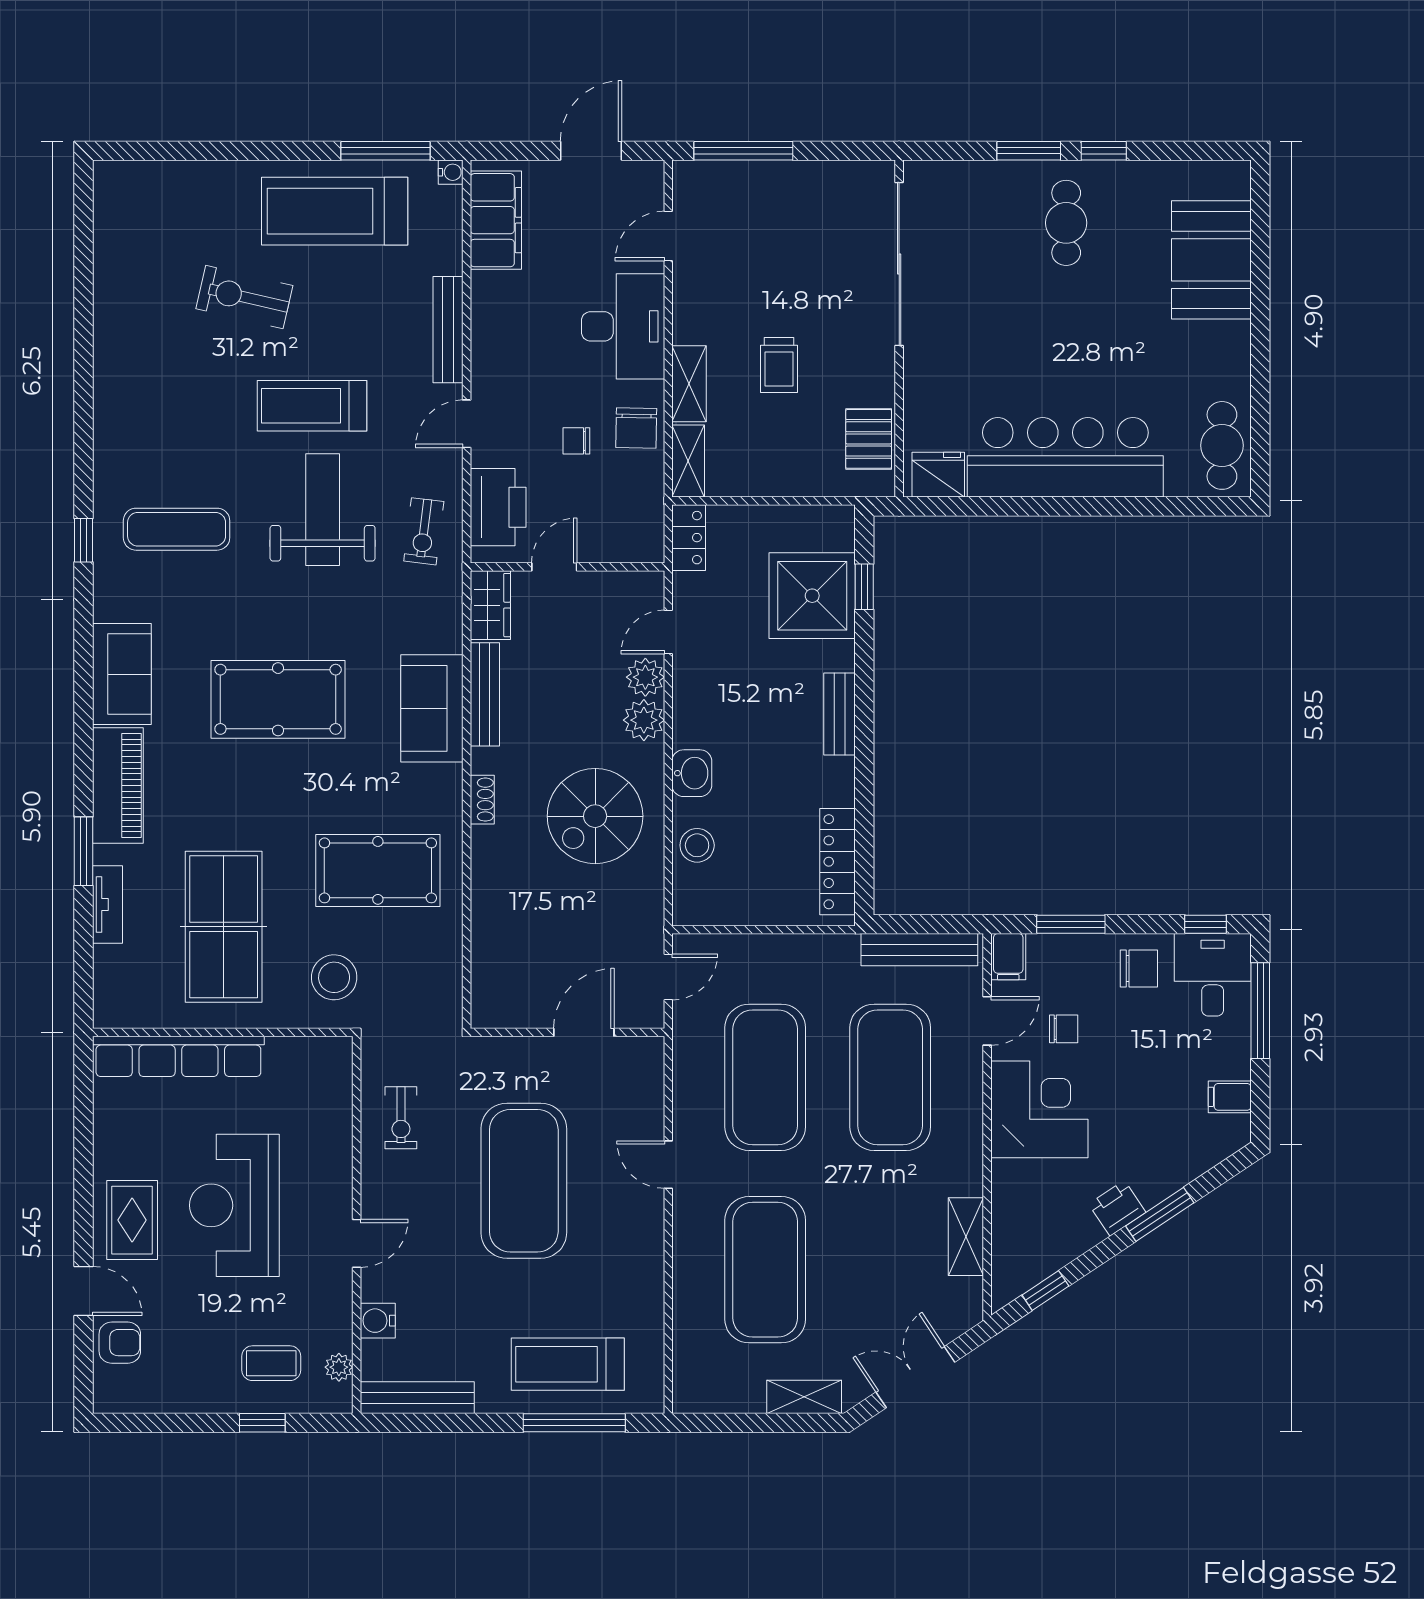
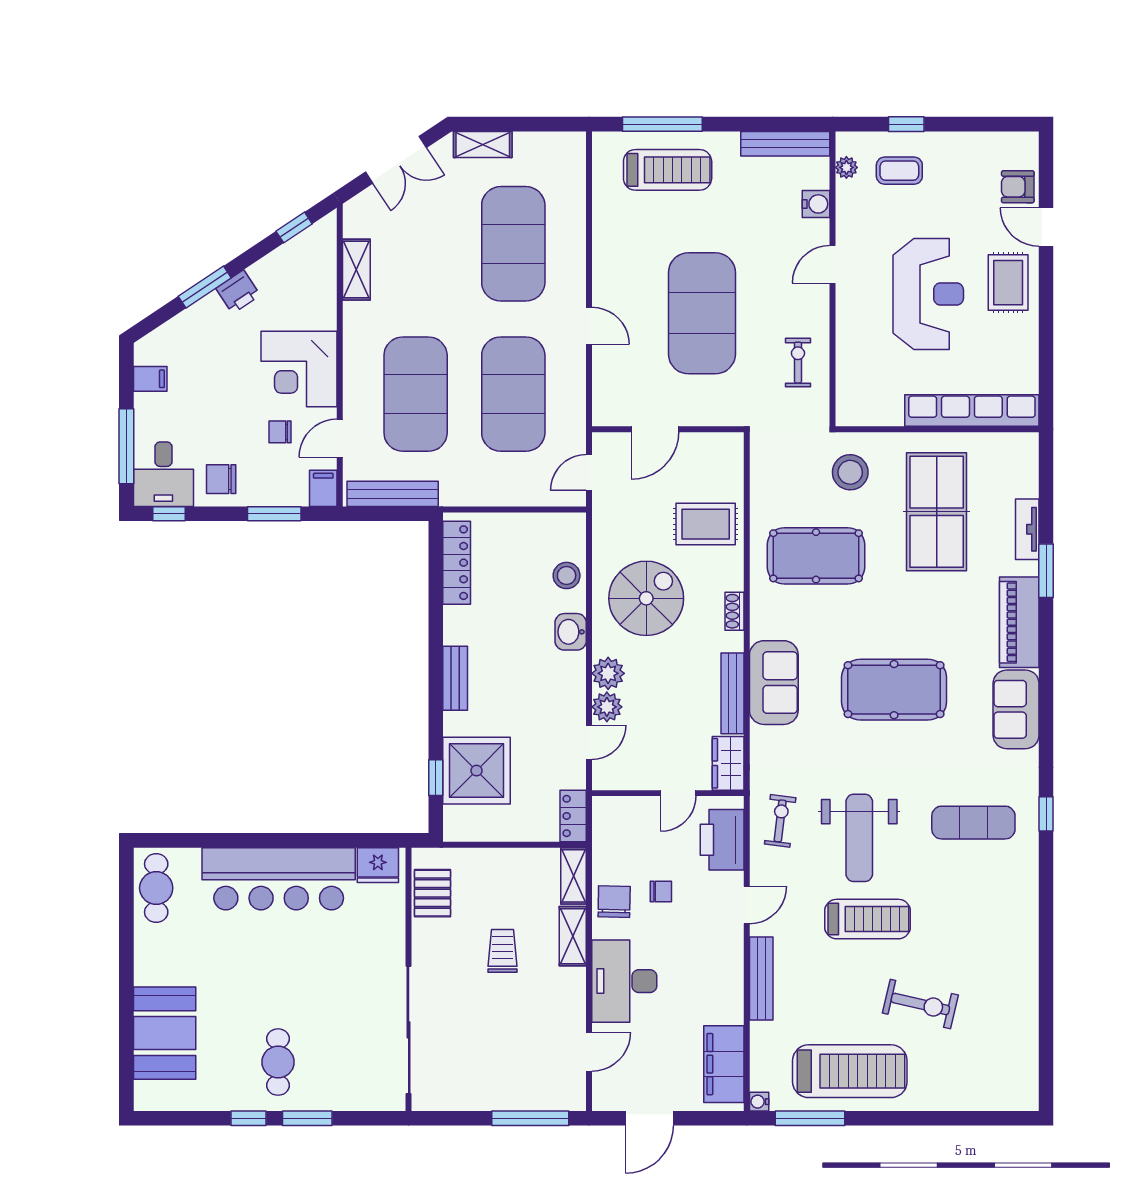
rug: (519, 911) -> (706, 524), added

